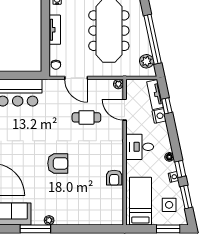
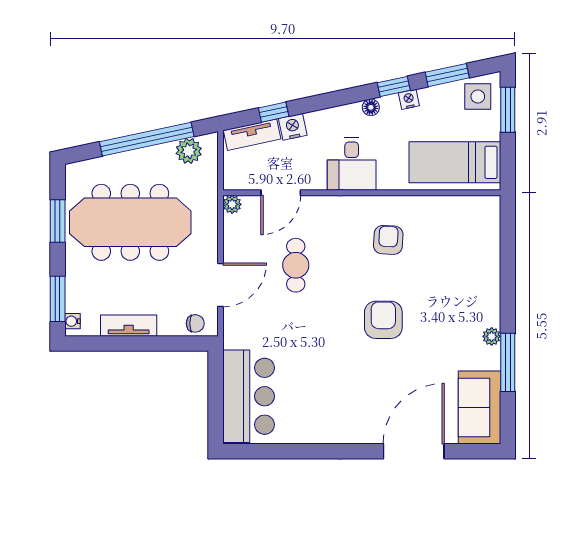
armchair: (114, 178) -> (388, 240), moved, turned -87
side table: (169, 205) -> (478, 97), moved

